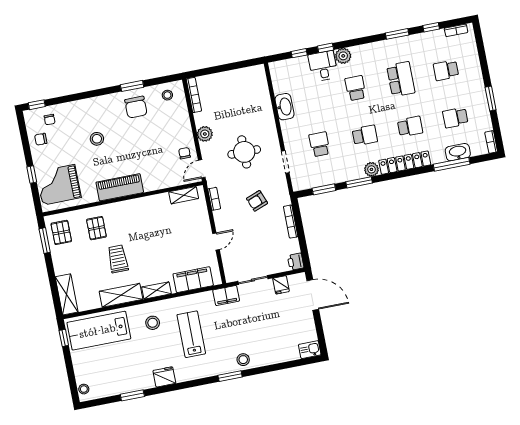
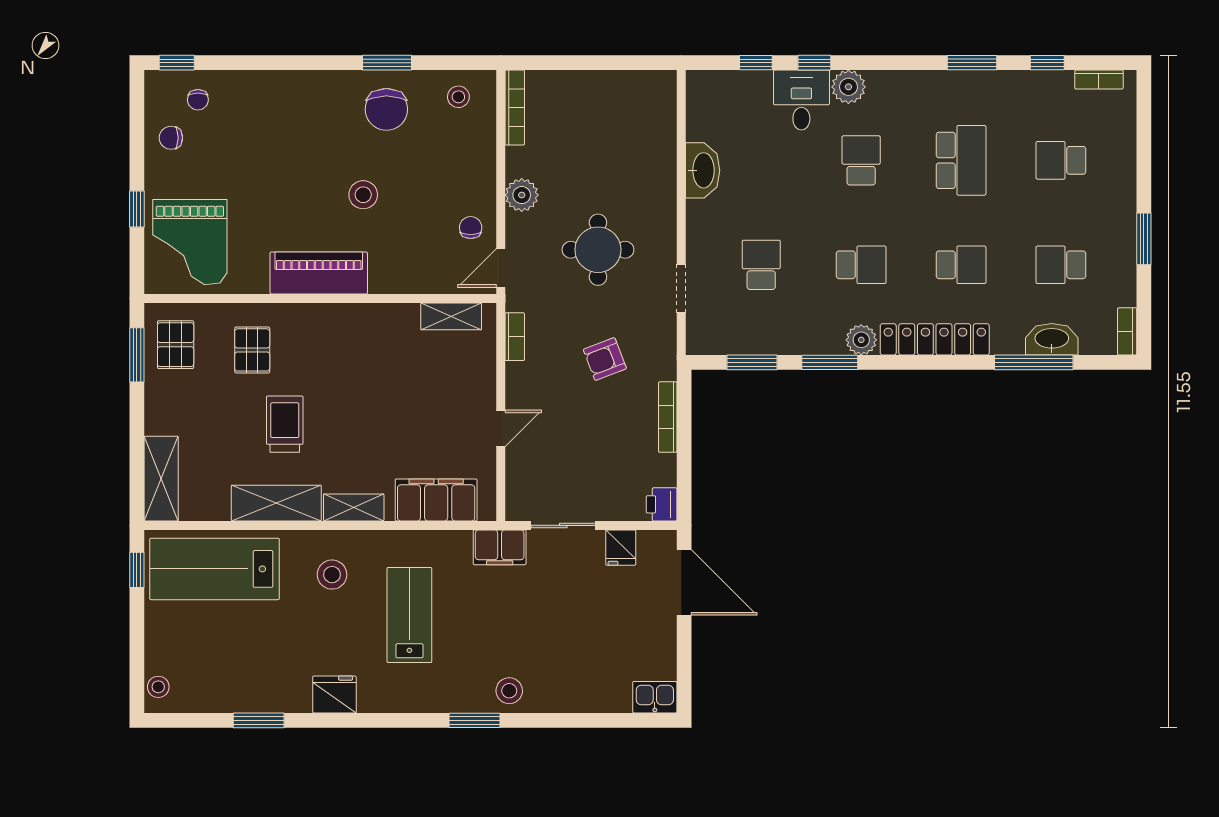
stool: (97, 139) -> (363, 195), moved
grand piano: (59, 185) -> (190, 242), turned -90

